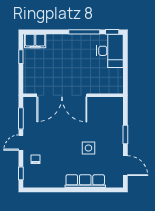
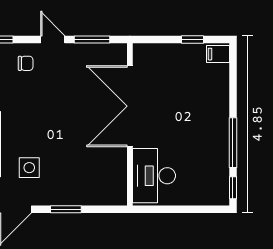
filing cabinet: (35, 41) -> (218, 54), width x0.50
desk: (110, 51) -> (154, 176), moved, turned 90
side table: (88, 148) -> (29, 168), moved

